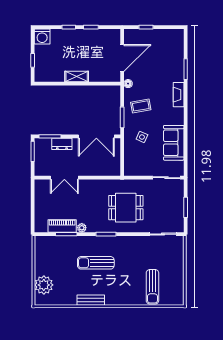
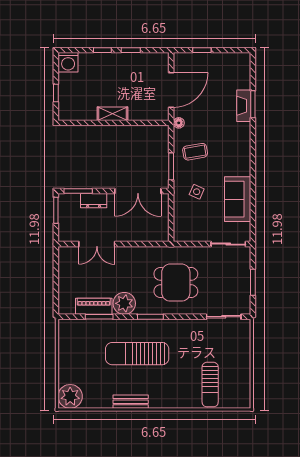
fireplace: (179, 95) -> (244, 106), moved
plant: (82, 228) -> (124, 303), width x1.88, depth x1.88
sun lounger: (96, 263) -> (137, 354), width x1.36, depth x1.34
plant: (44, 285) -> (70, 396), moved

